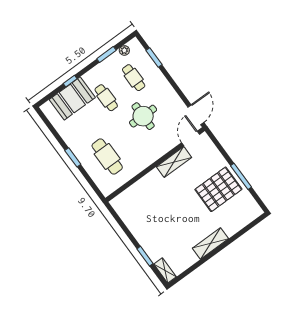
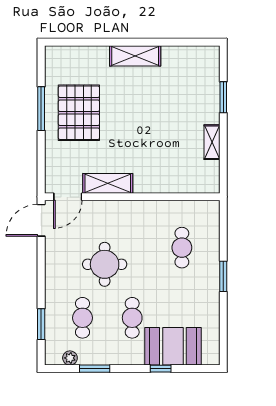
cafe table: (107, 157) -> (182, 248), width x0.73, depth x0.74
pallet: (218, 189) -> (79, 113), turned 90
shelving: (165, 270) -> (212, 142), moved

